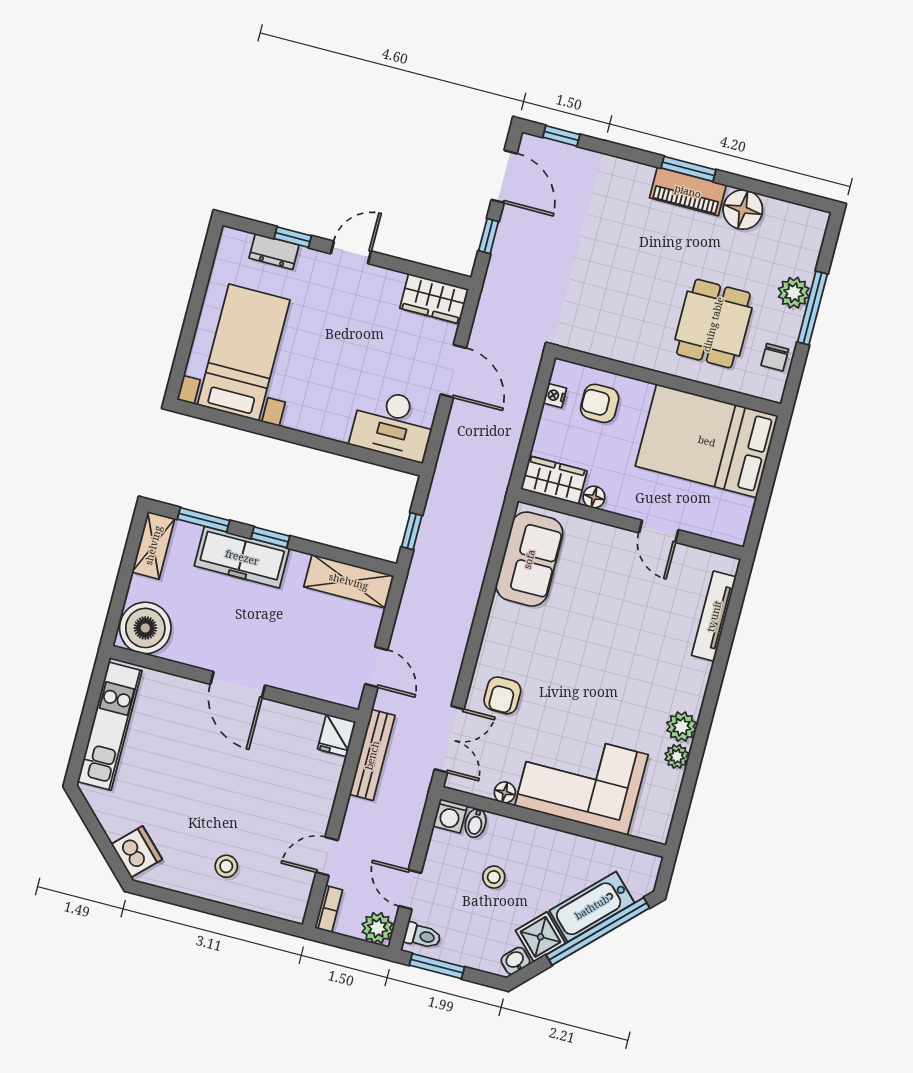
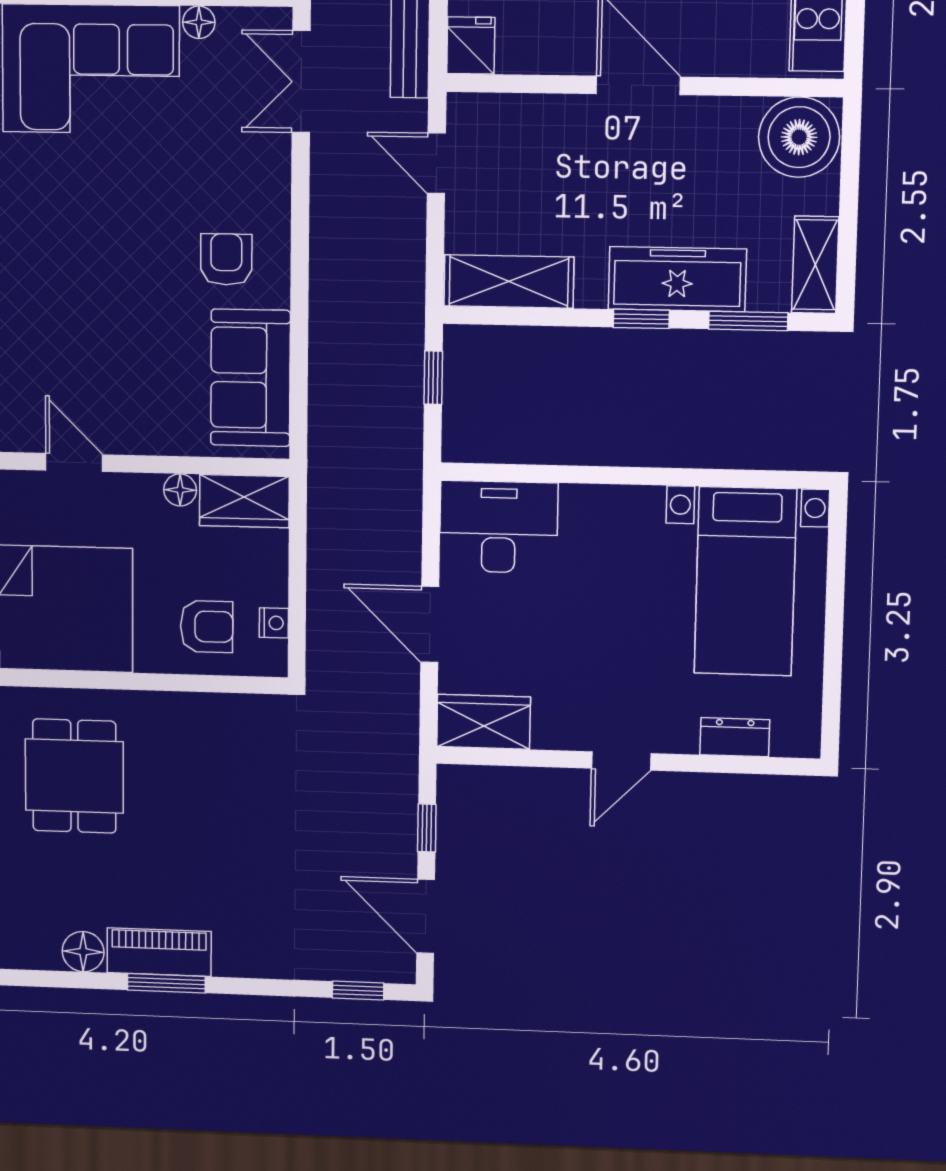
floor lamp: (743, 210) -> (83, 952), width x0.73, depth x0.73
window: (293, 237) -> (712, 764), removed
armchair: (502, 695) -> (226, 259), moved

